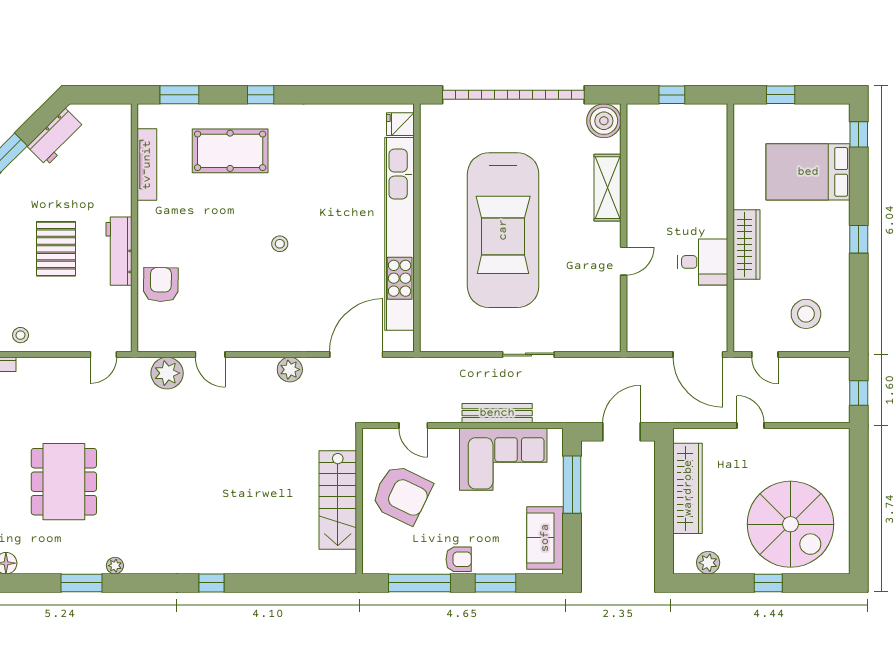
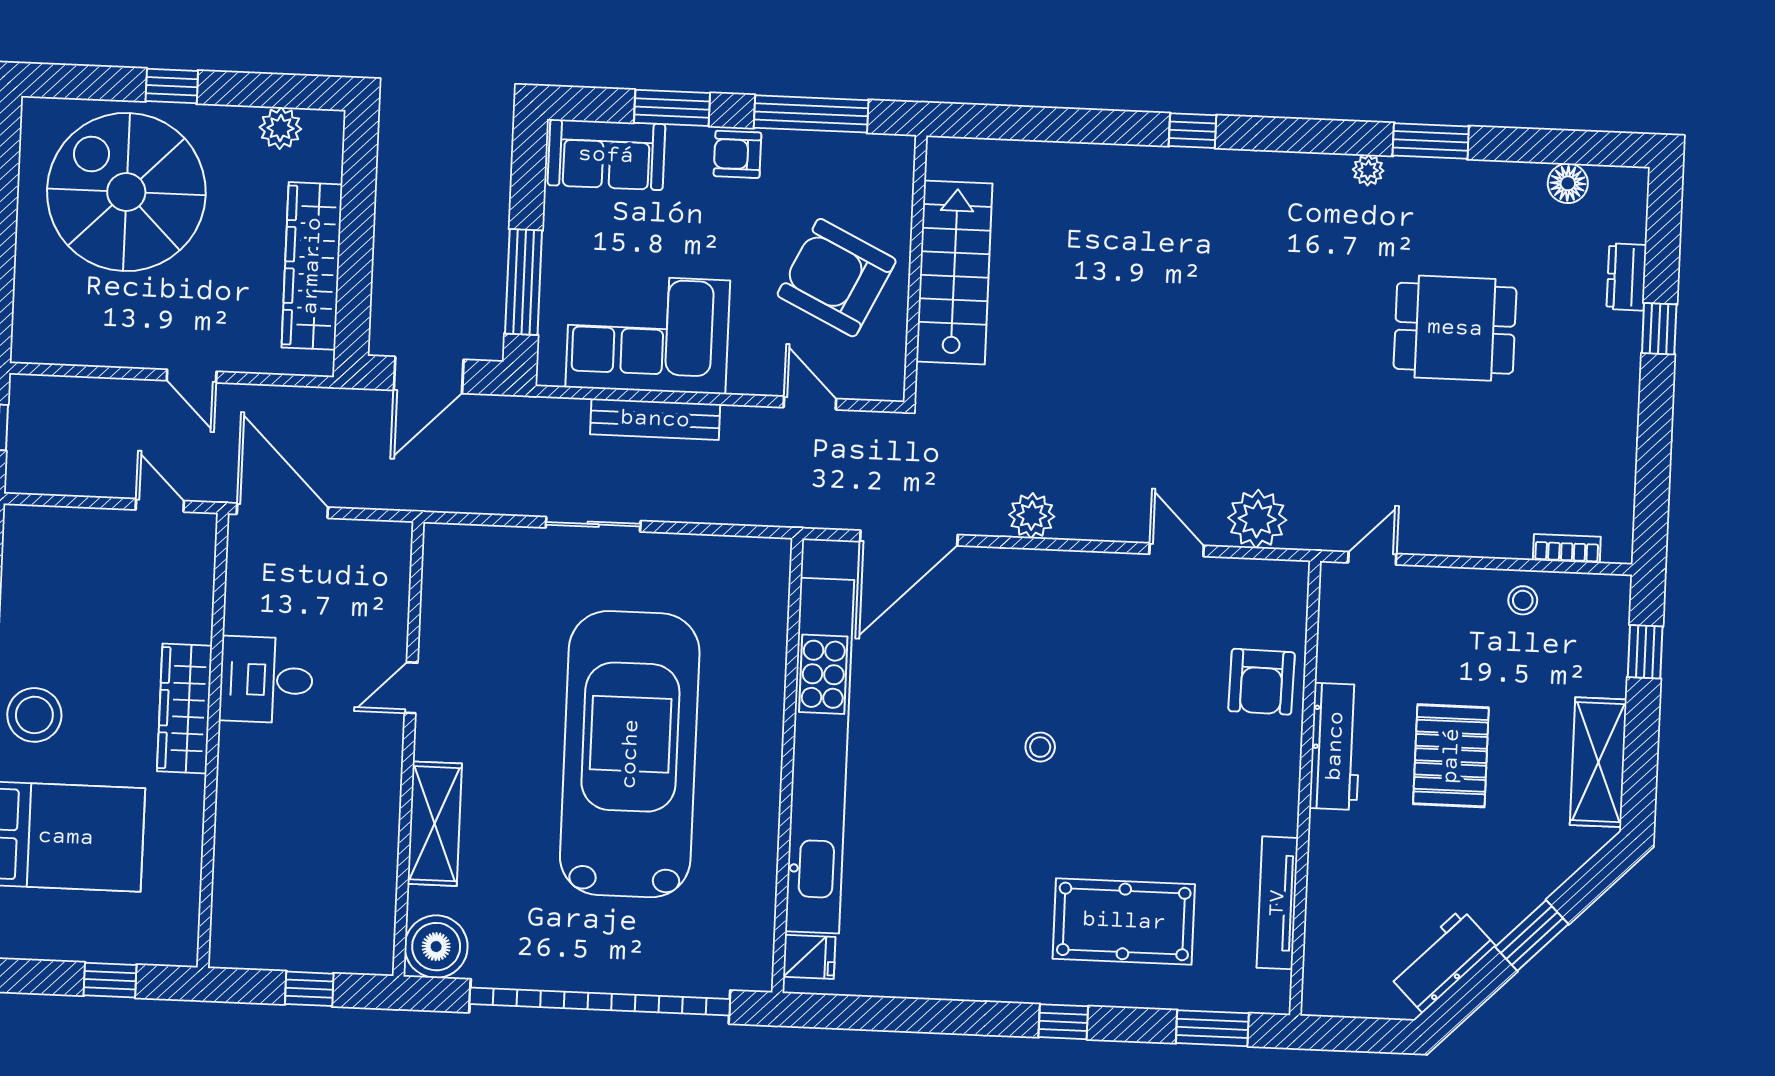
stool: (806, 314) -> (34, 715), moved
dining table: (64, 482) -> (1455, 328), width x0.73
sofa: (545, 538) -> (606, 155), moved, turned 90

